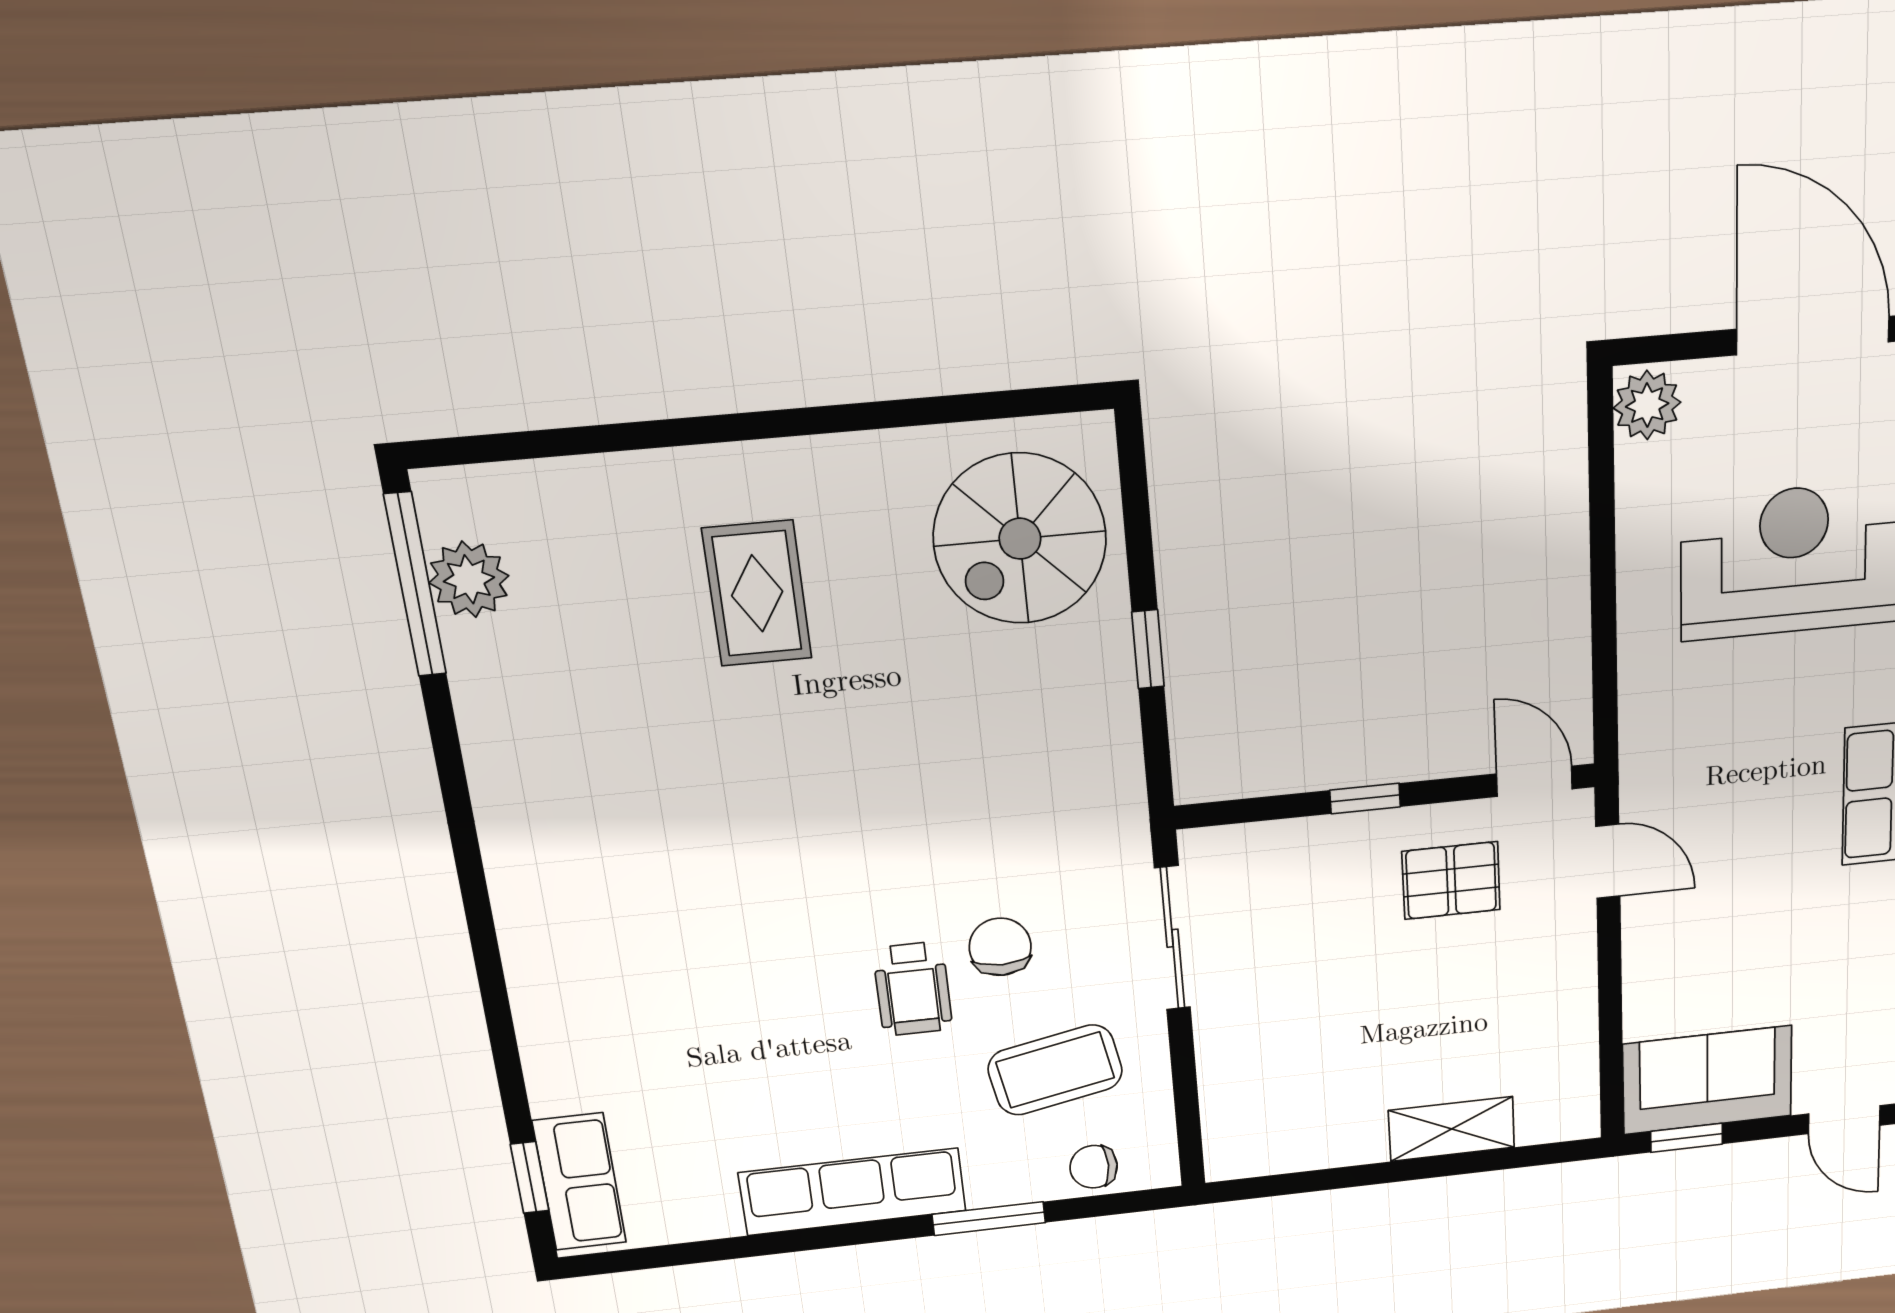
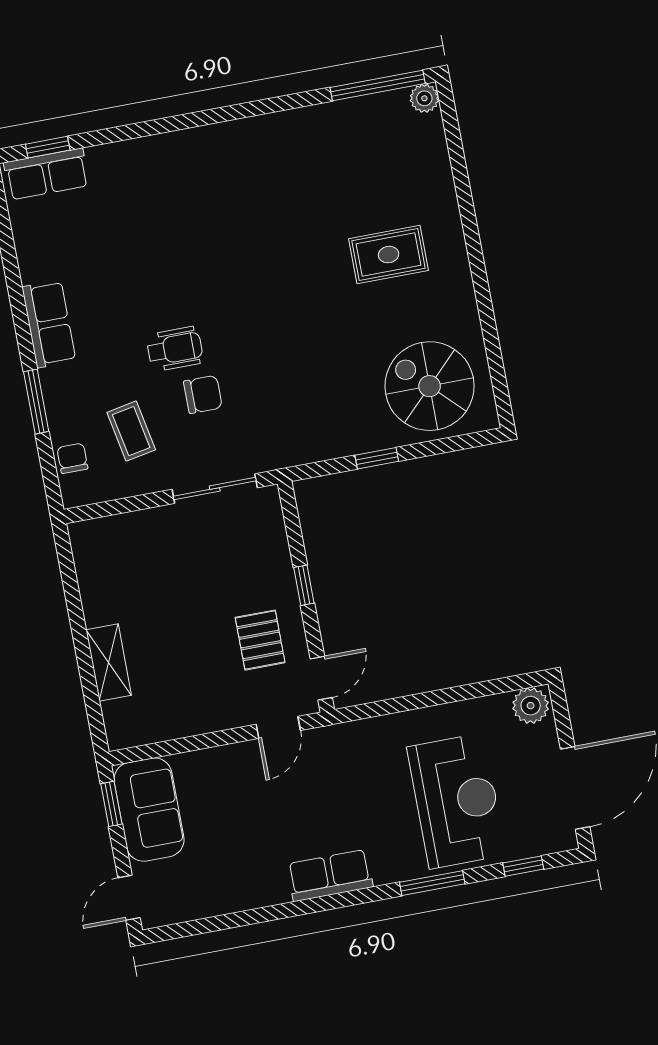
plant: (469, 579) -> (424, 98), moved, width x0.73, depth x0.73
wheelchair: (913, 989) -> (175, 349), turned 180
coffee table: (1055, 1070) -> (131, 431), width x0.73, depth x0.77
row of seats: (853, 1192) -> (49, 324), width x0.68

